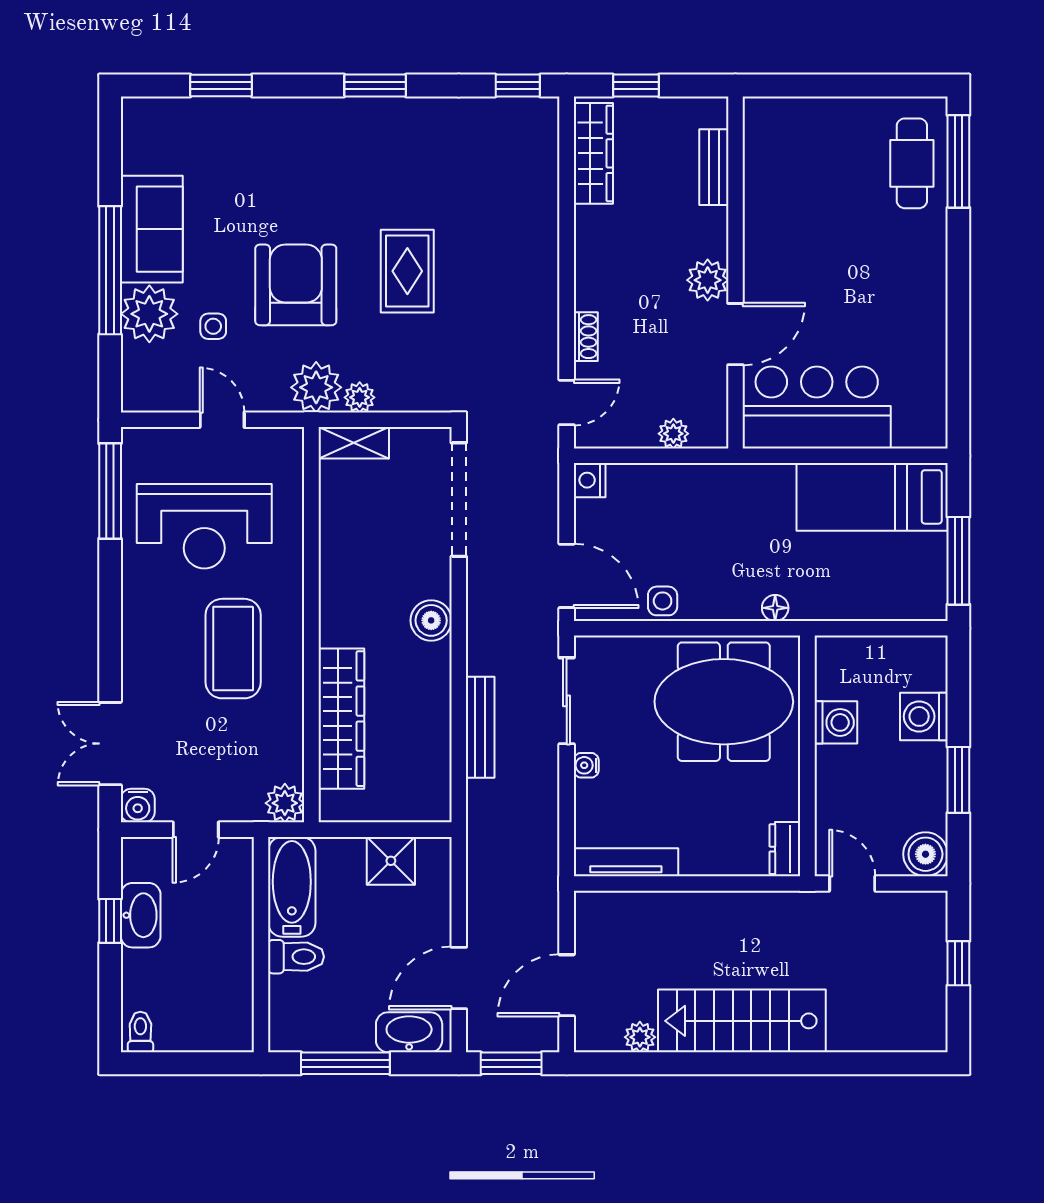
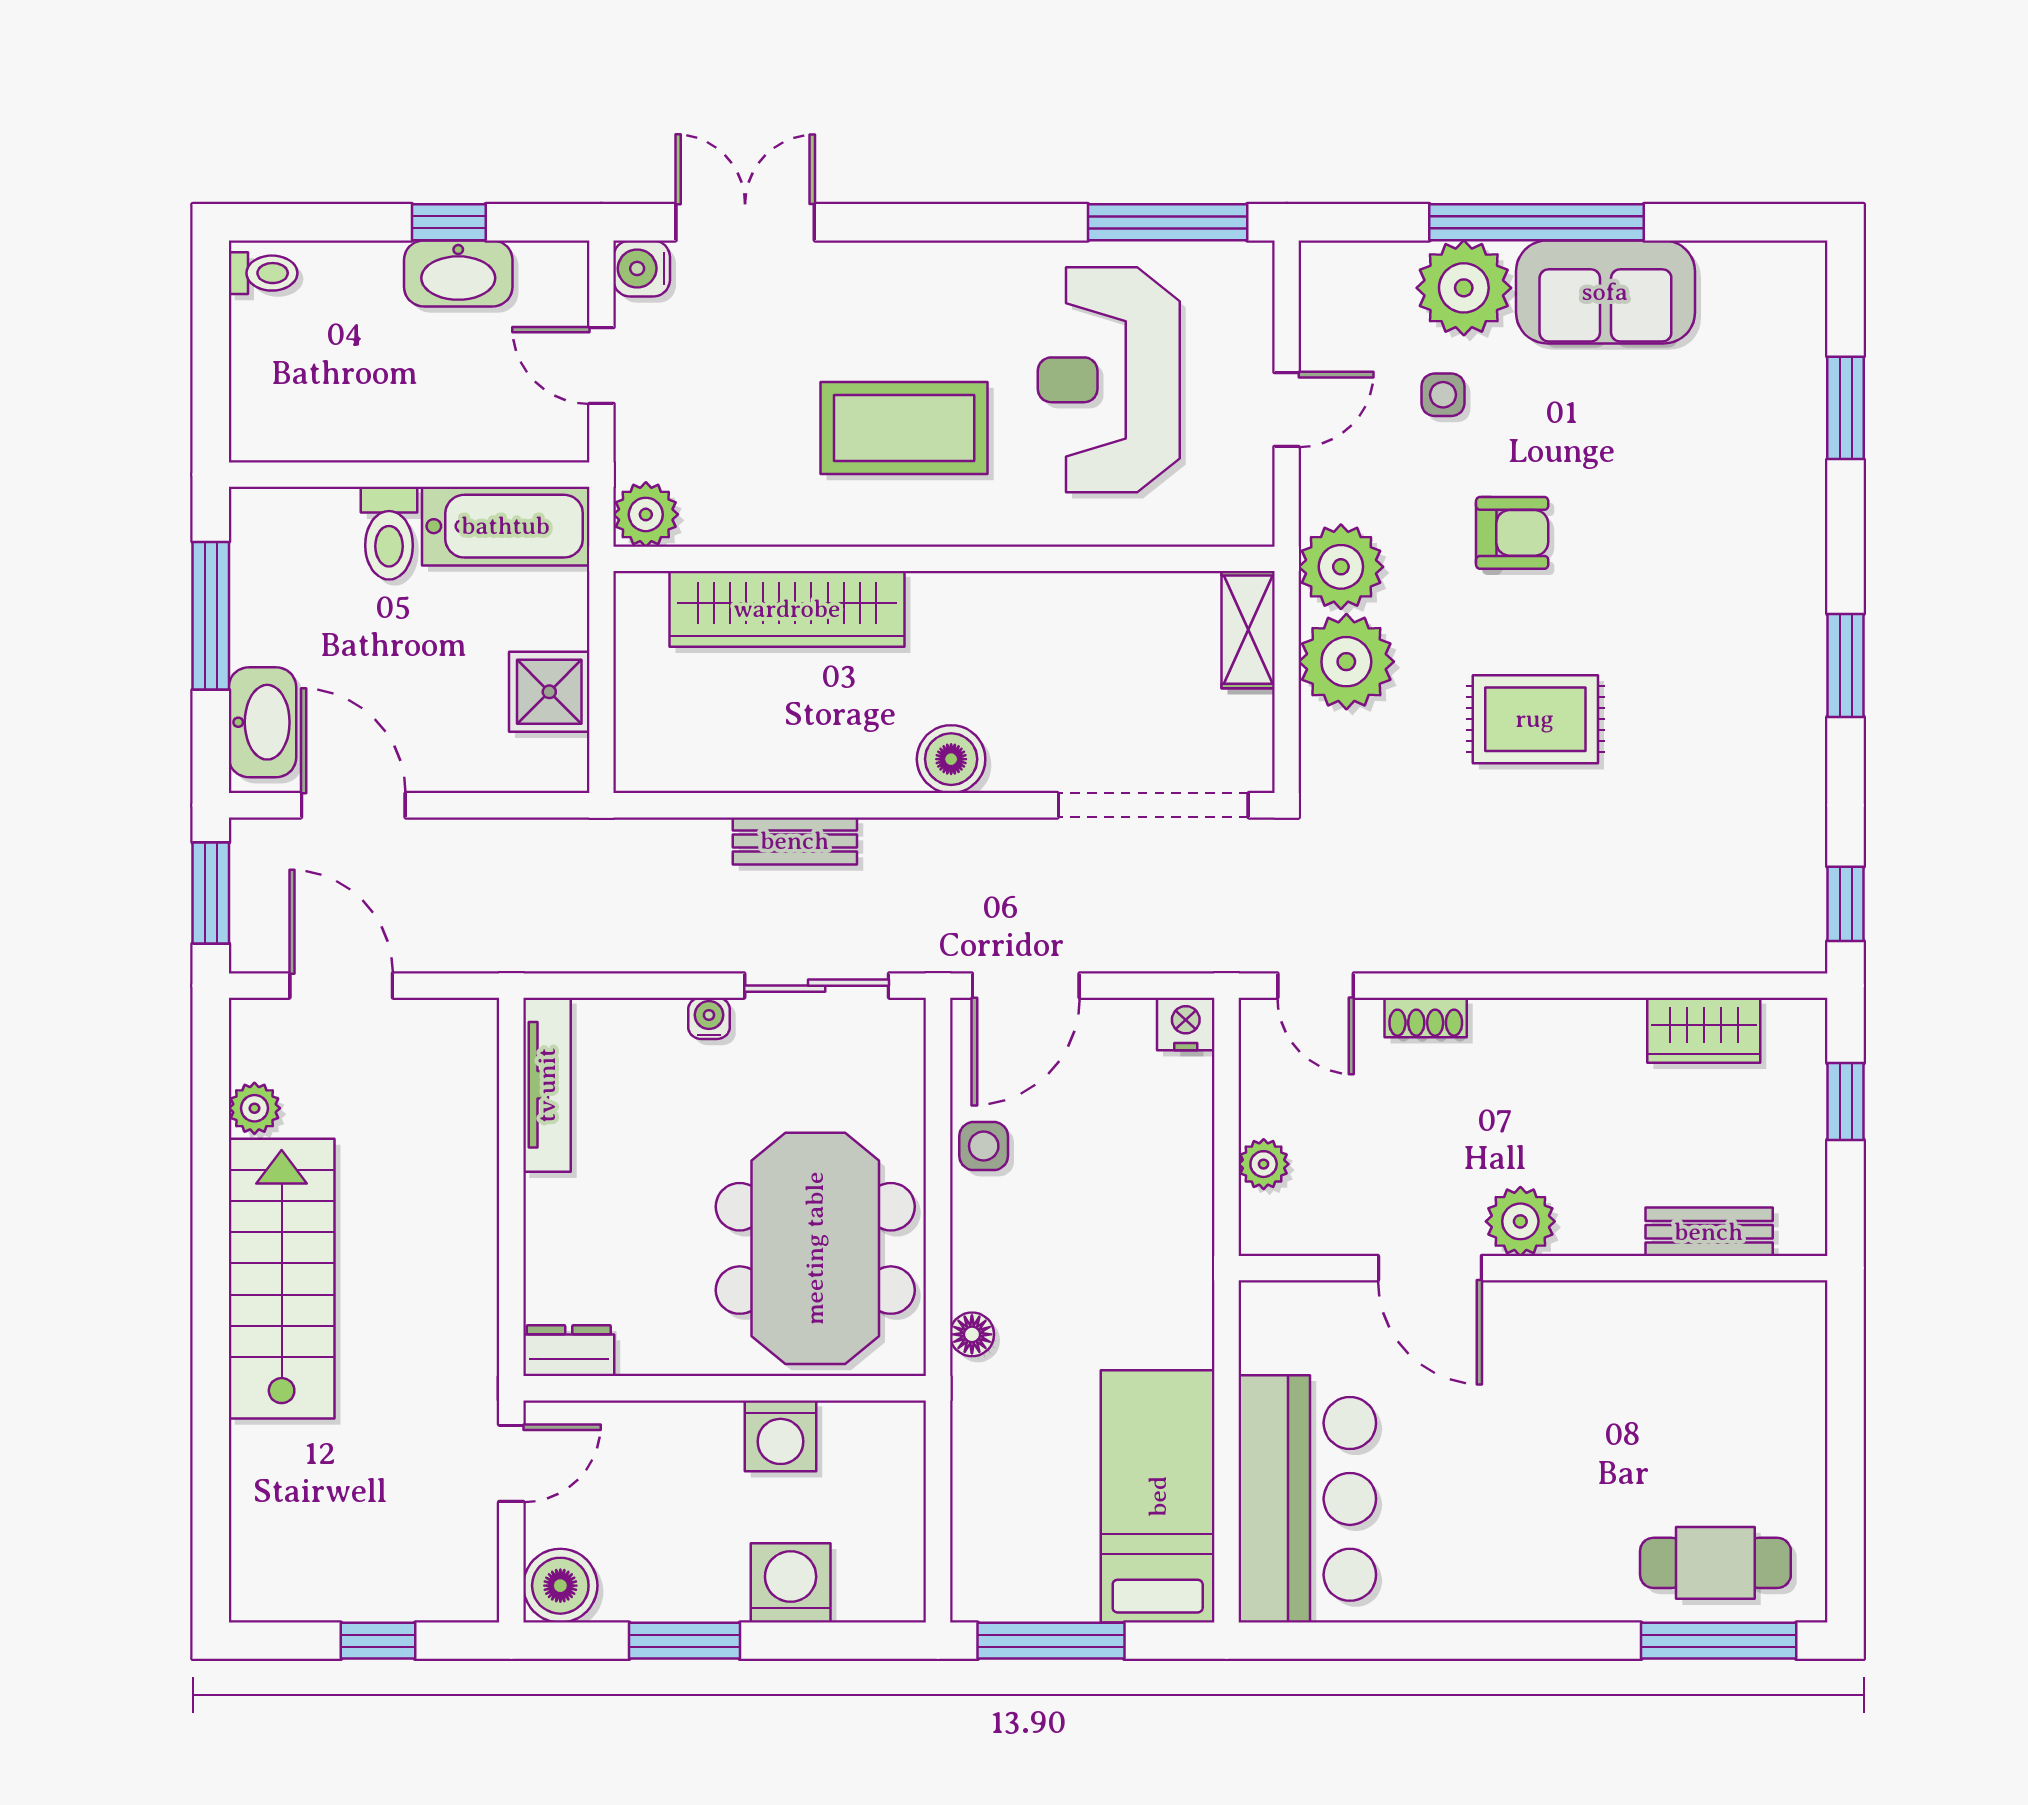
wardrobe: (593, 153) -> (1704, 1030), width x0.67
armchair: (296, 285) -> (1512, 533), width x0.53, depth x0.53
plant: (360, 397) -> (1346, 662), width x1.88, depth x1.88
bar counter: (817, 407) -> (1307, 1499), moved
bench: (480, 727) -> (795, 841), width x0.73

